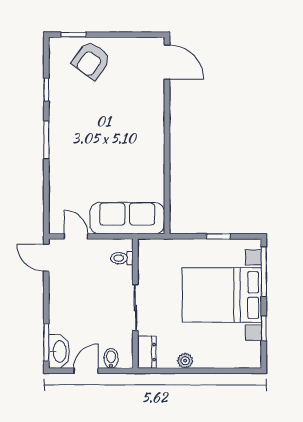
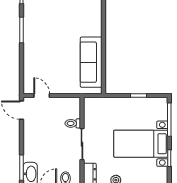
sofa: (127, 218) -> (91, 62), moved, turned -90
toilet: (122, 258) -> (73, 123), moved
bed with nightstands: (222, 295) -> (141, 144), width x0.73

